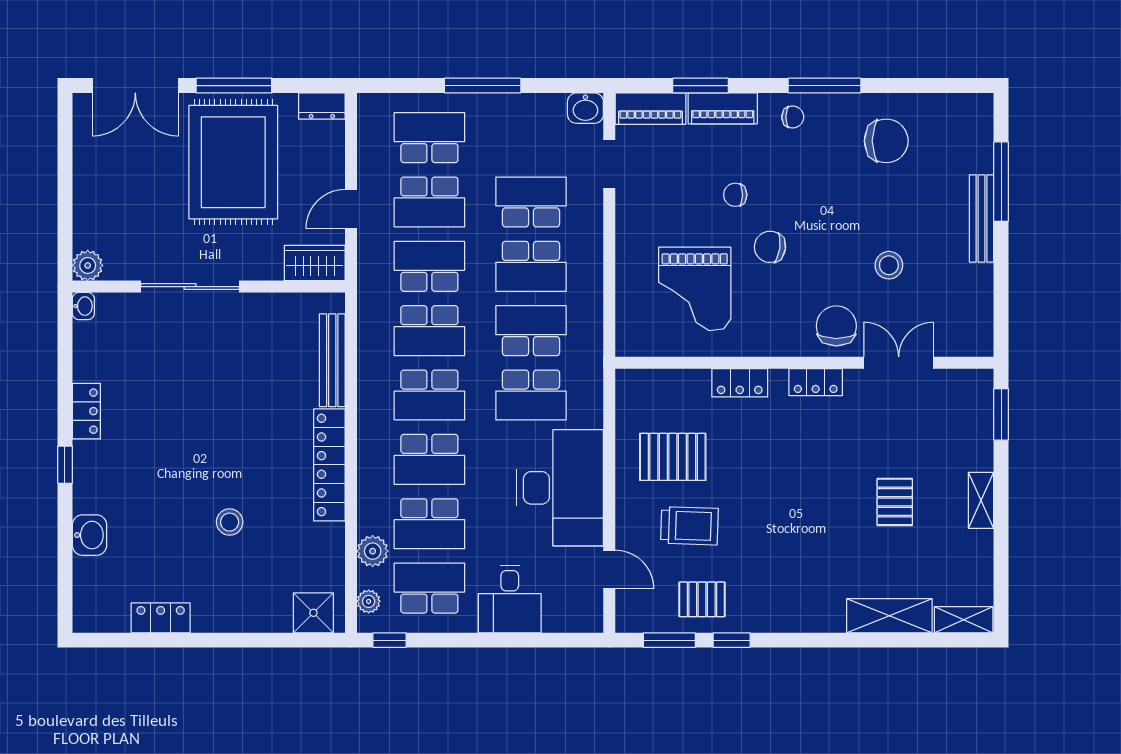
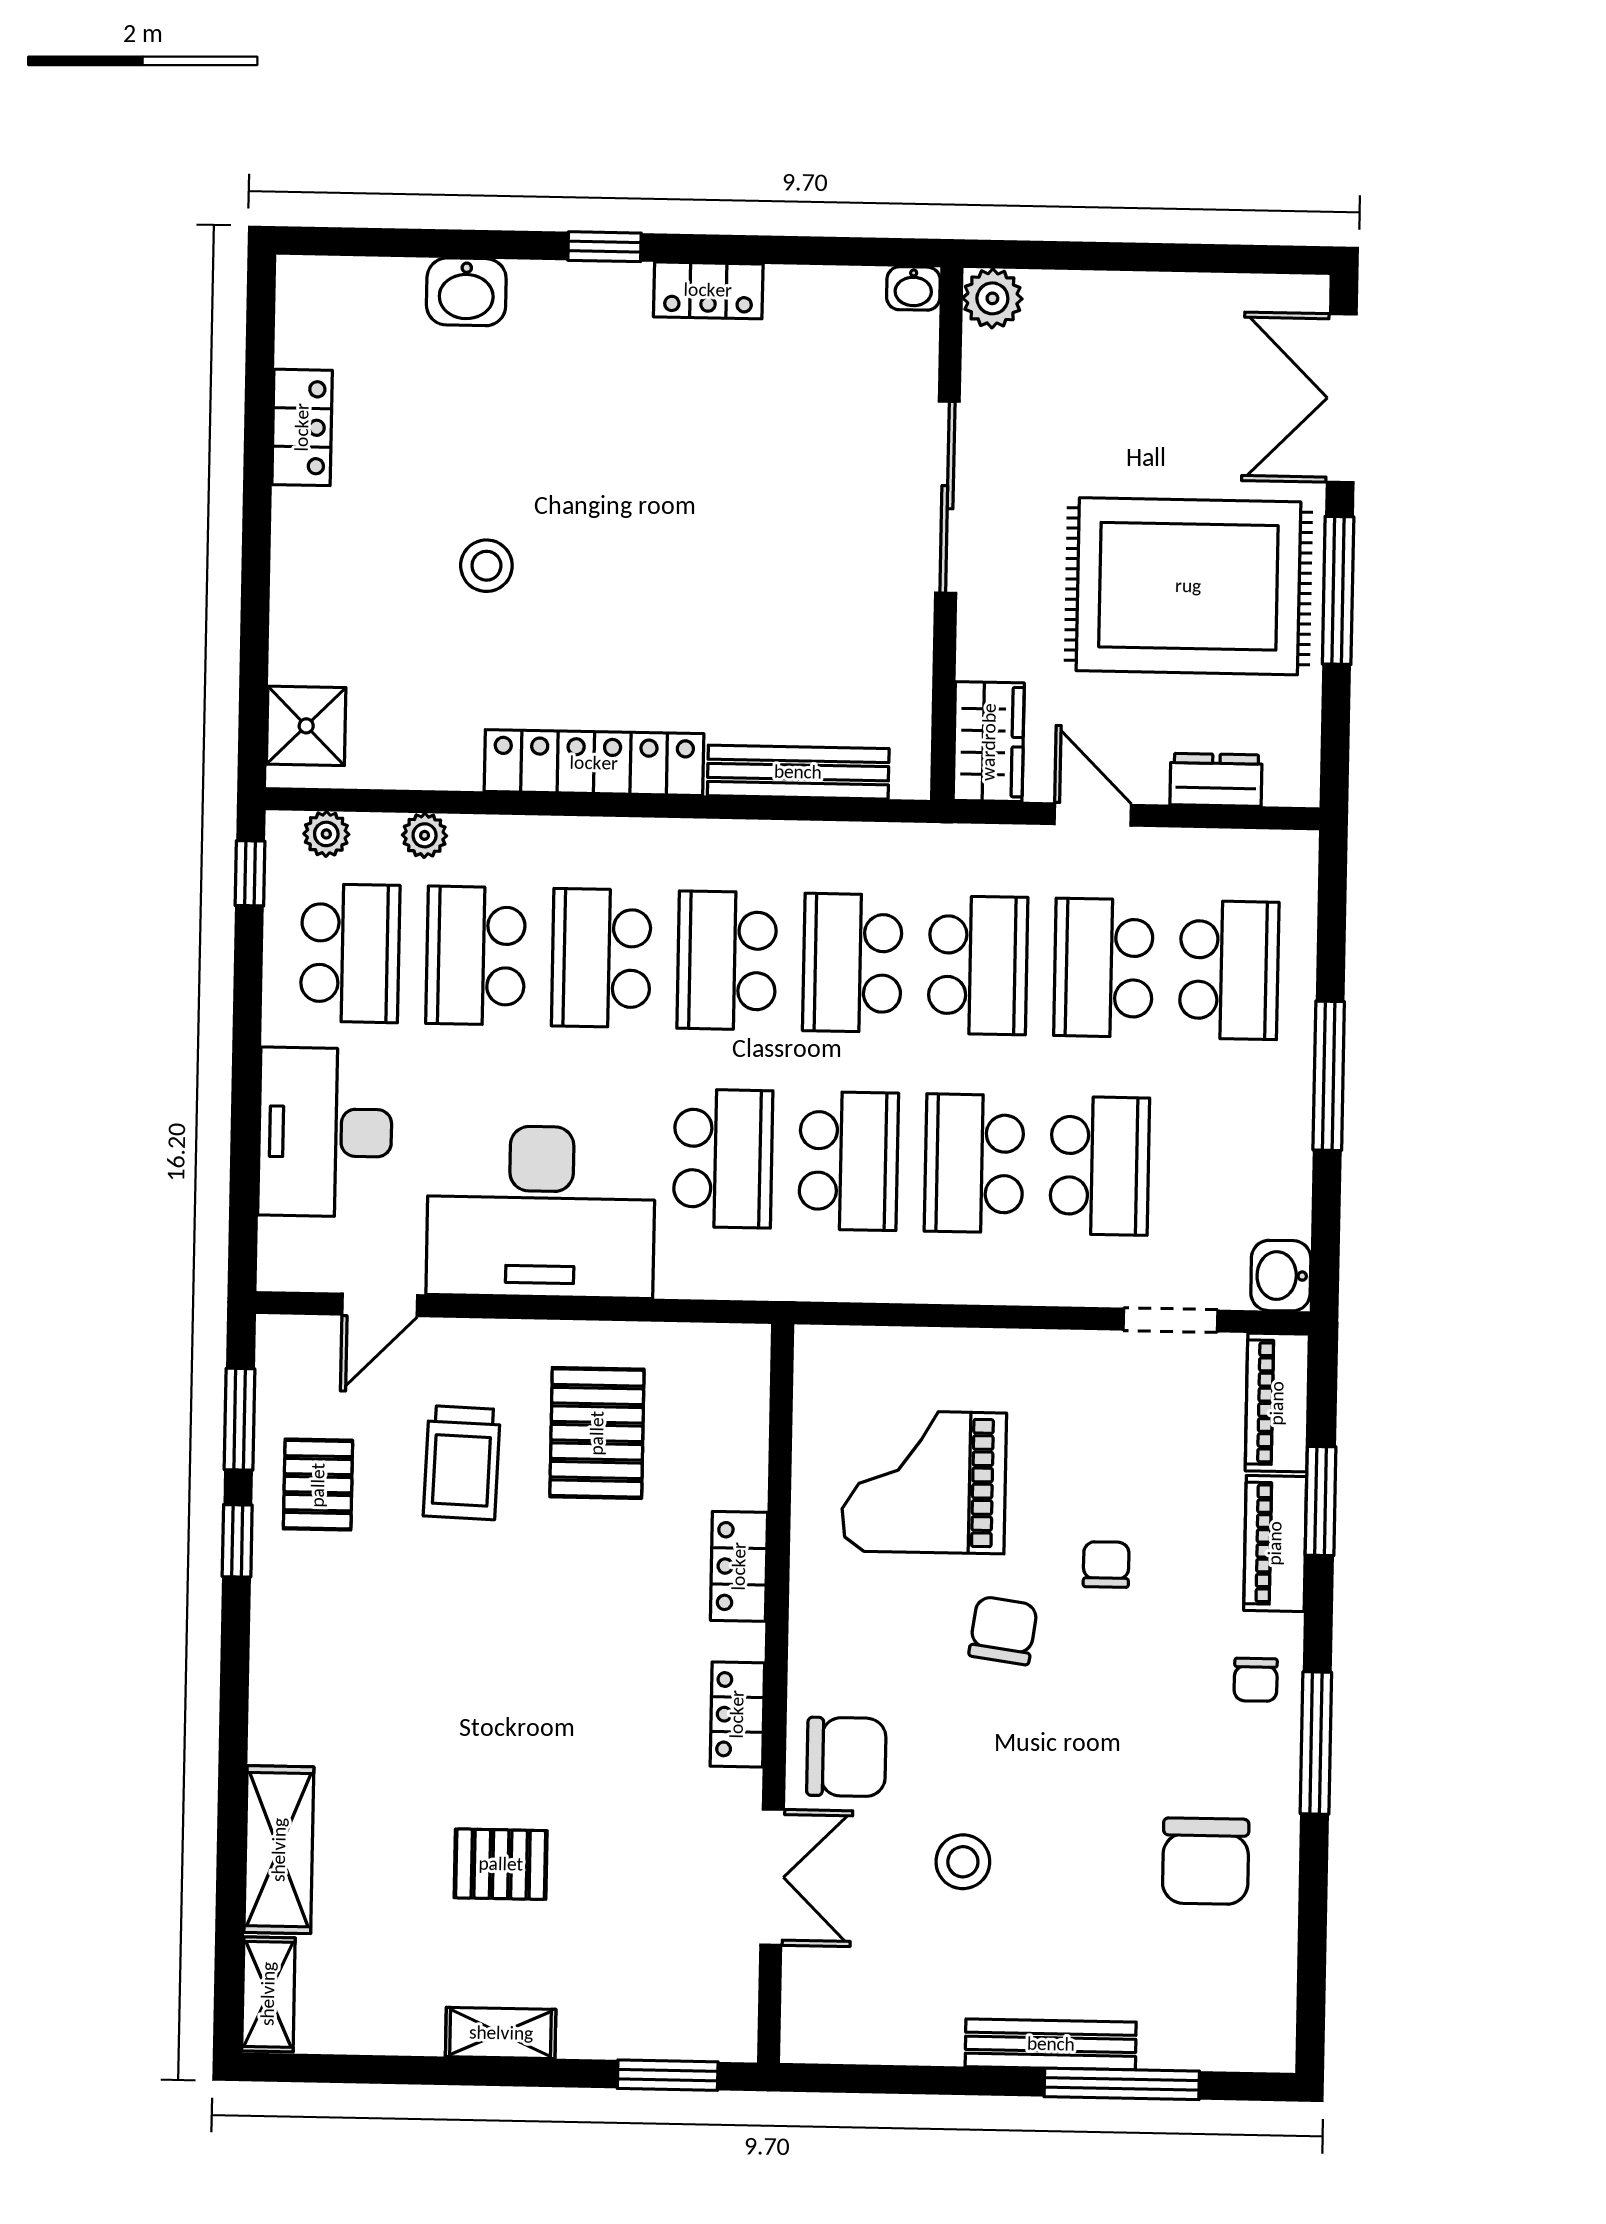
dresser: (322, 106) -> (1216, 780), moved, turned 90
school desk: (531, 395) -> (723, 1159), turned 180
plant: (373, 551) -> (425, 835), width x0.73, depth x0.73
desk: (510, 599) -> (325, 1132), width x1.37

